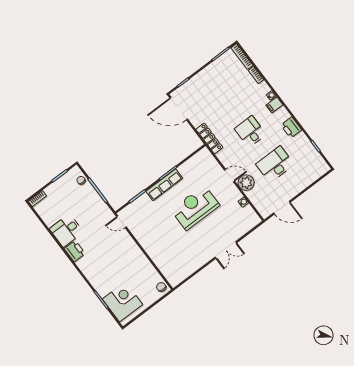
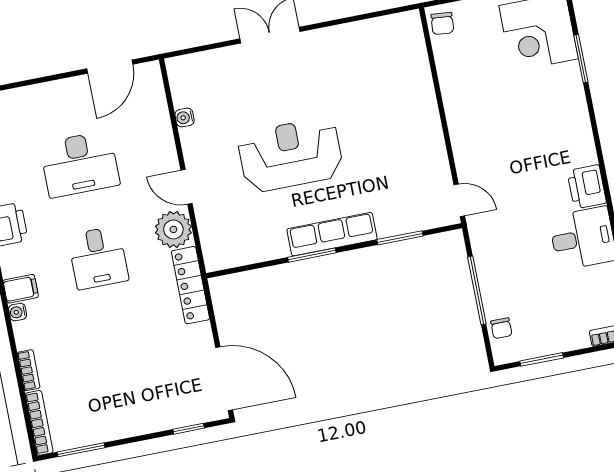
plant: (246, 183) -> (173, 229), moved
reception desk: (195, 208) -> (291, 155), turned 180
door: (282, 208) -> (110, 67), swing flipped

